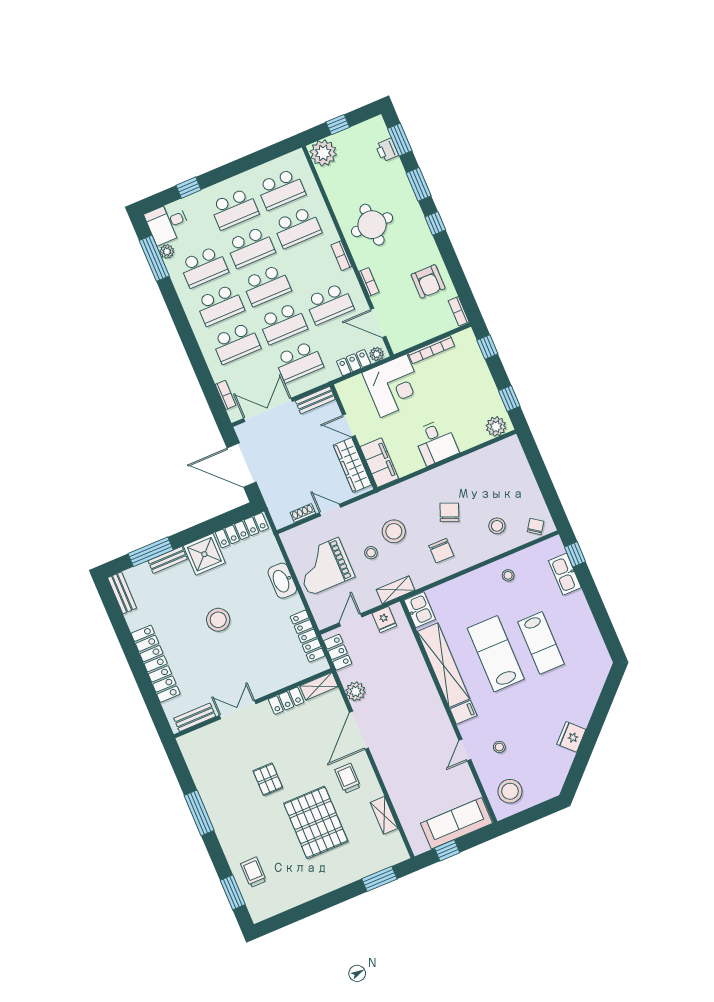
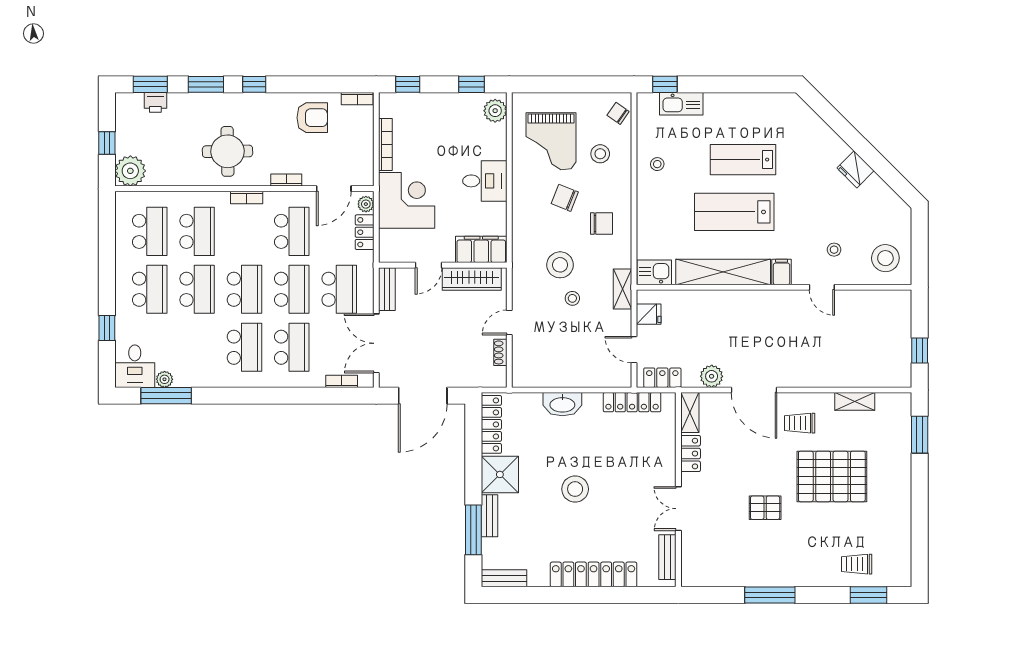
school desk: (204, 267) -> (197, 347), removed
grand piano: (324, 567) -> (551, 141), moved
lab bench: (541, 643) -> (743, 160), turned 180
sofa: (457, 823) -> (895, 329), removed

